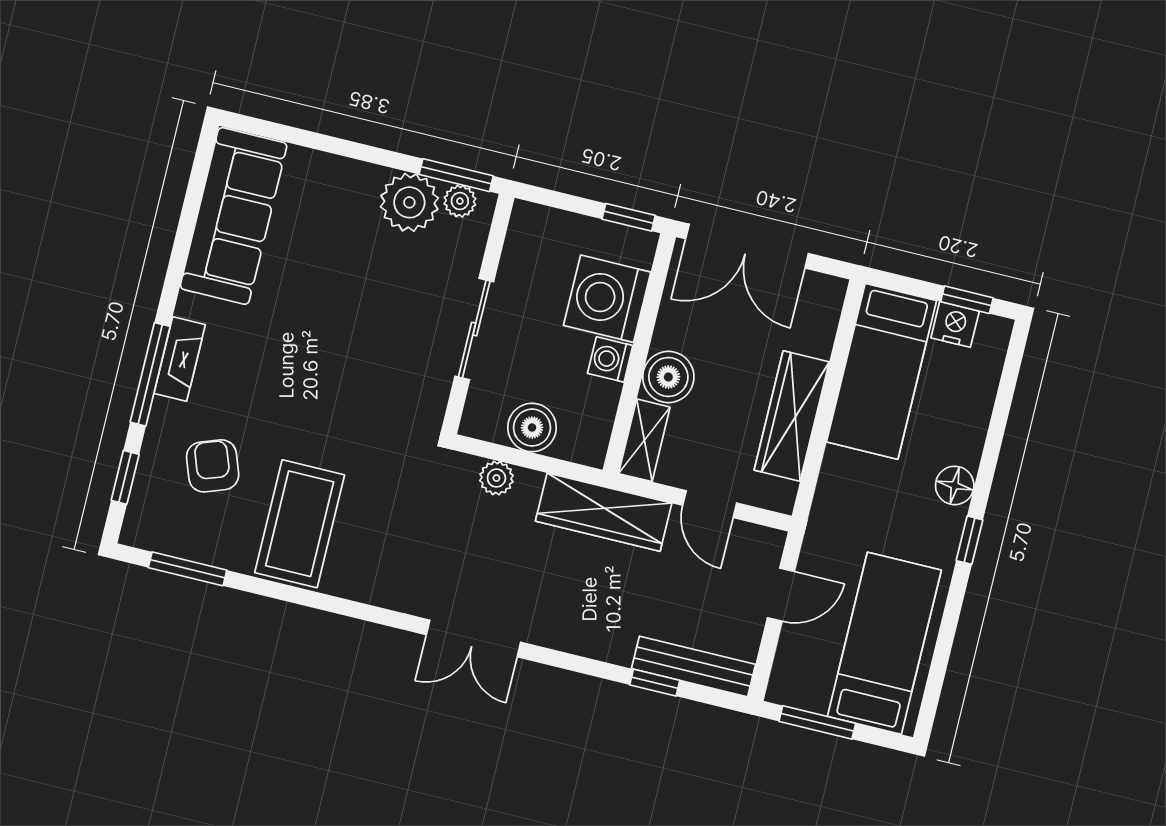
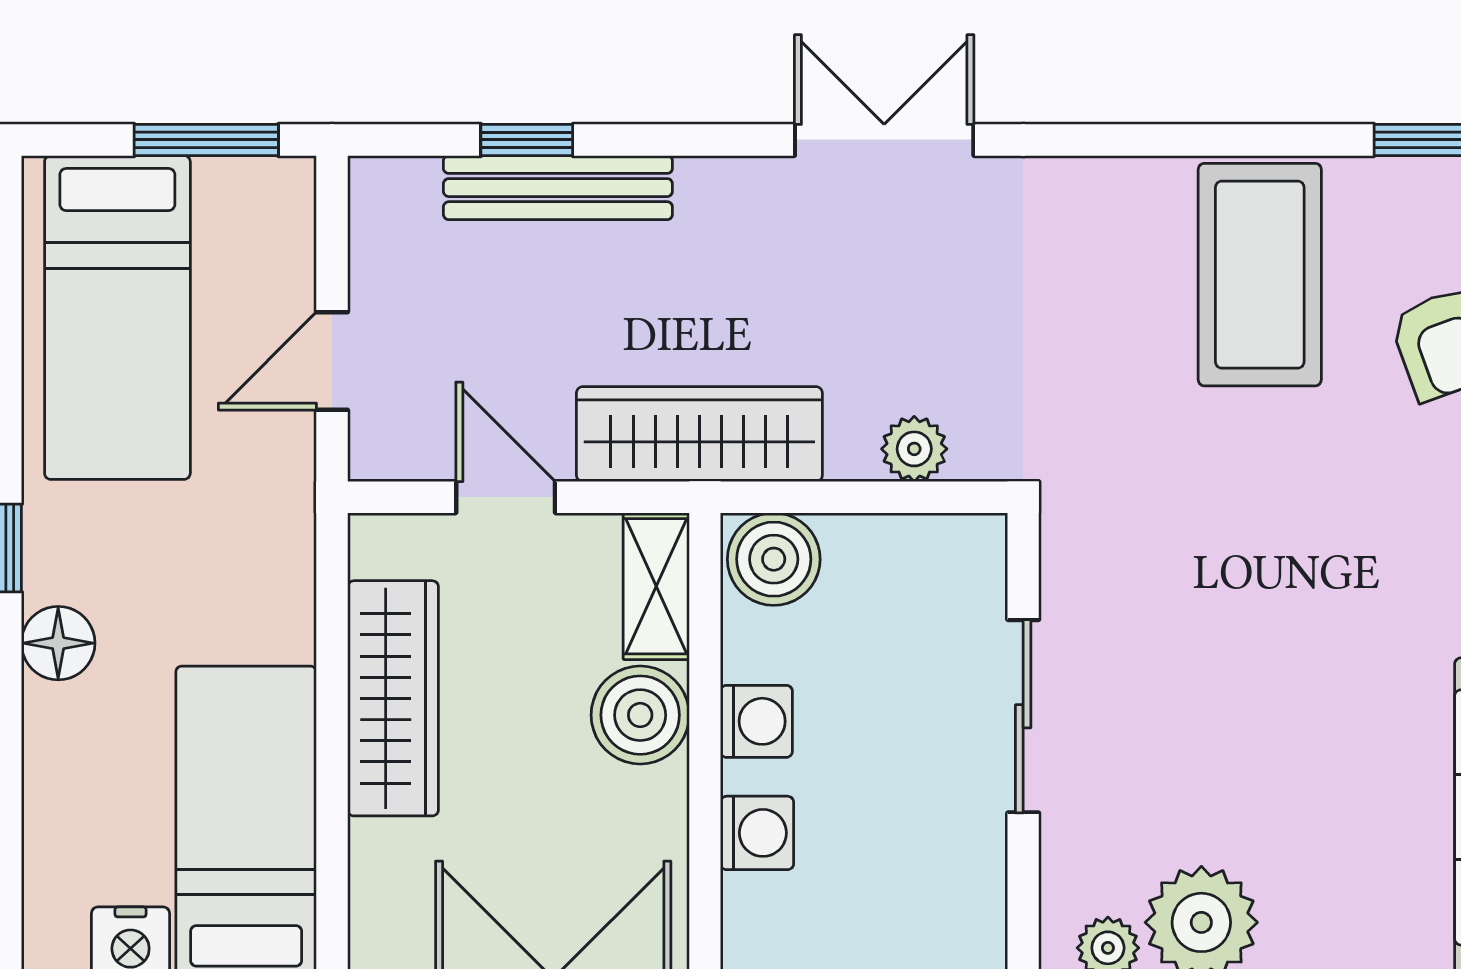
washing machine: (607, 299) -> (757, 833), width x0.53, depth x0.53
boiler: (532, 428) -> (774, 559), moved
bench: (693, 667) -> (558, 188), moved

